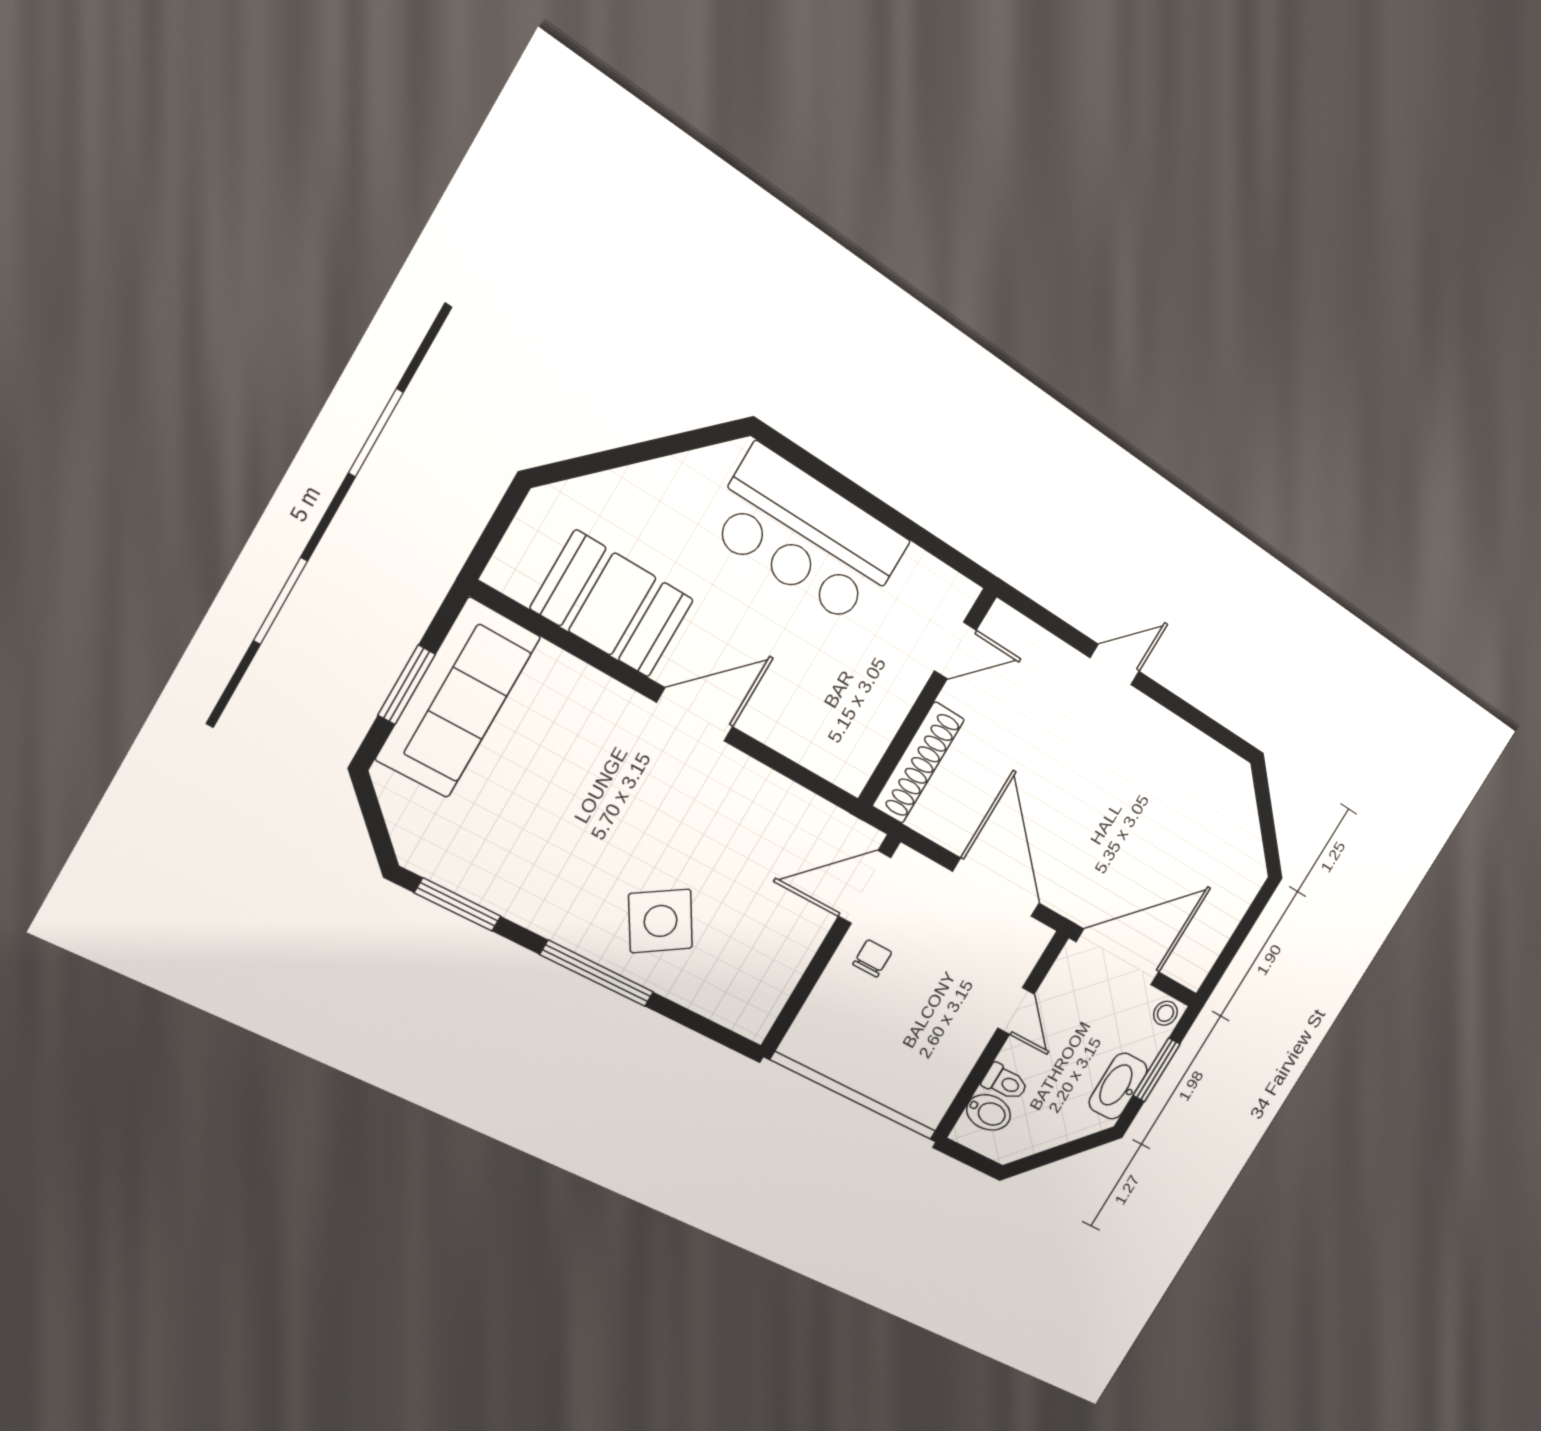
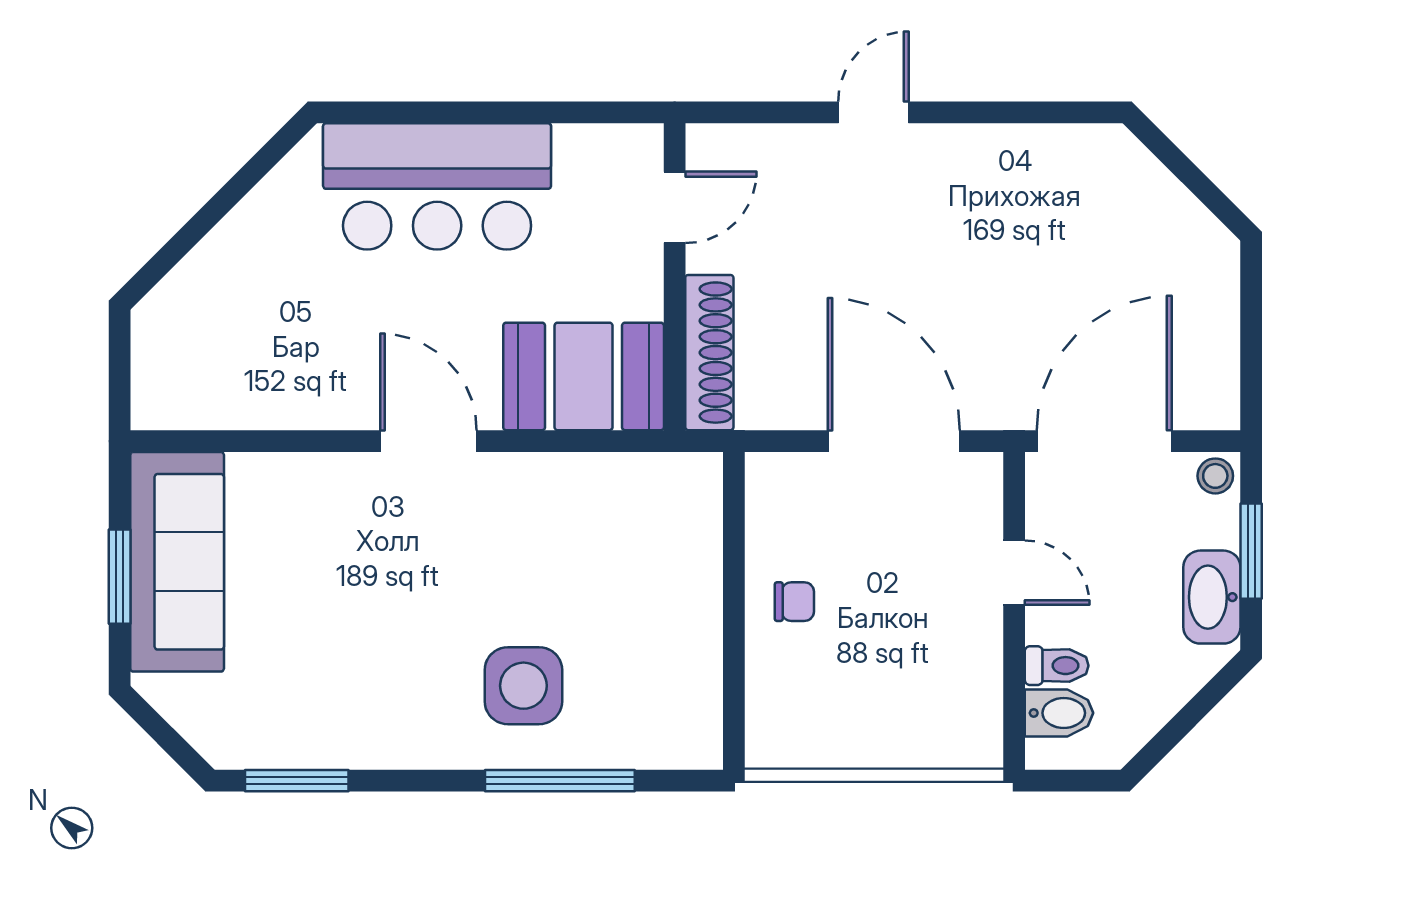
booth: (612, 604) -> (584, 376), moved
door: (695, 715) -> (428, 441), hinge flipped
door: (865, 887) -> (734, 525), removed
side table: (661, 921) -> (523, 686), turned 32
chair: (872, 958) -> (794, 602), turned 90
window: (597, 973) -> (560, 781), moved

